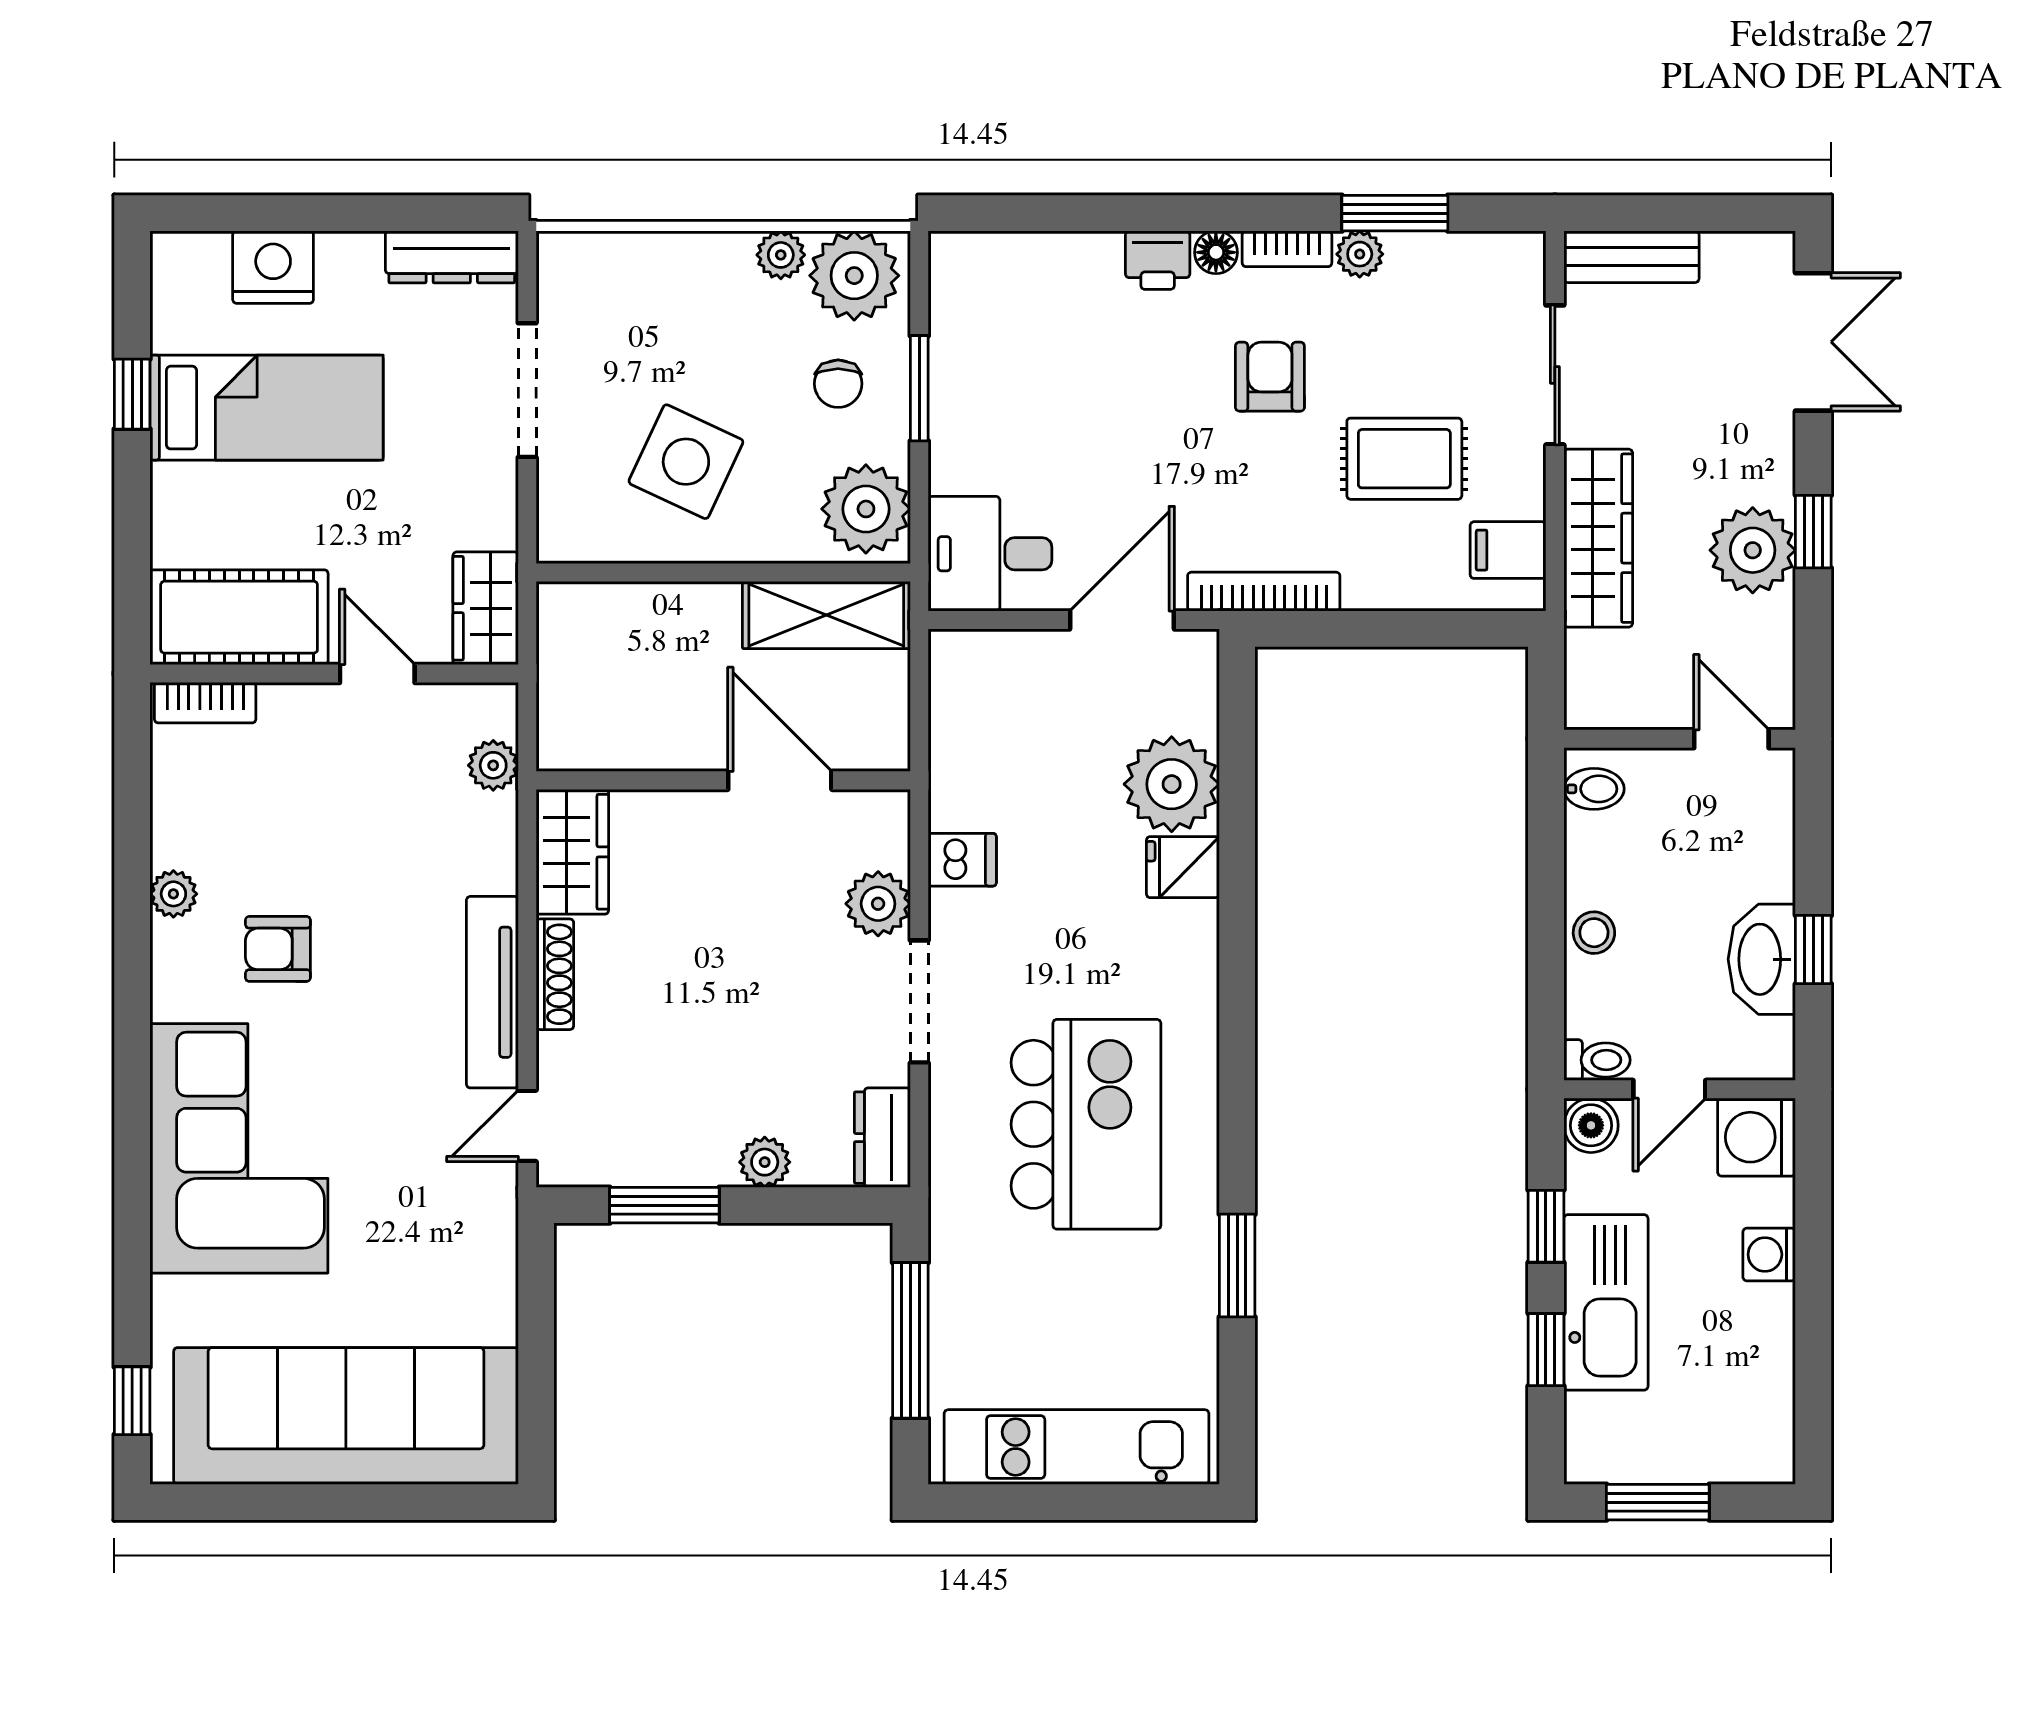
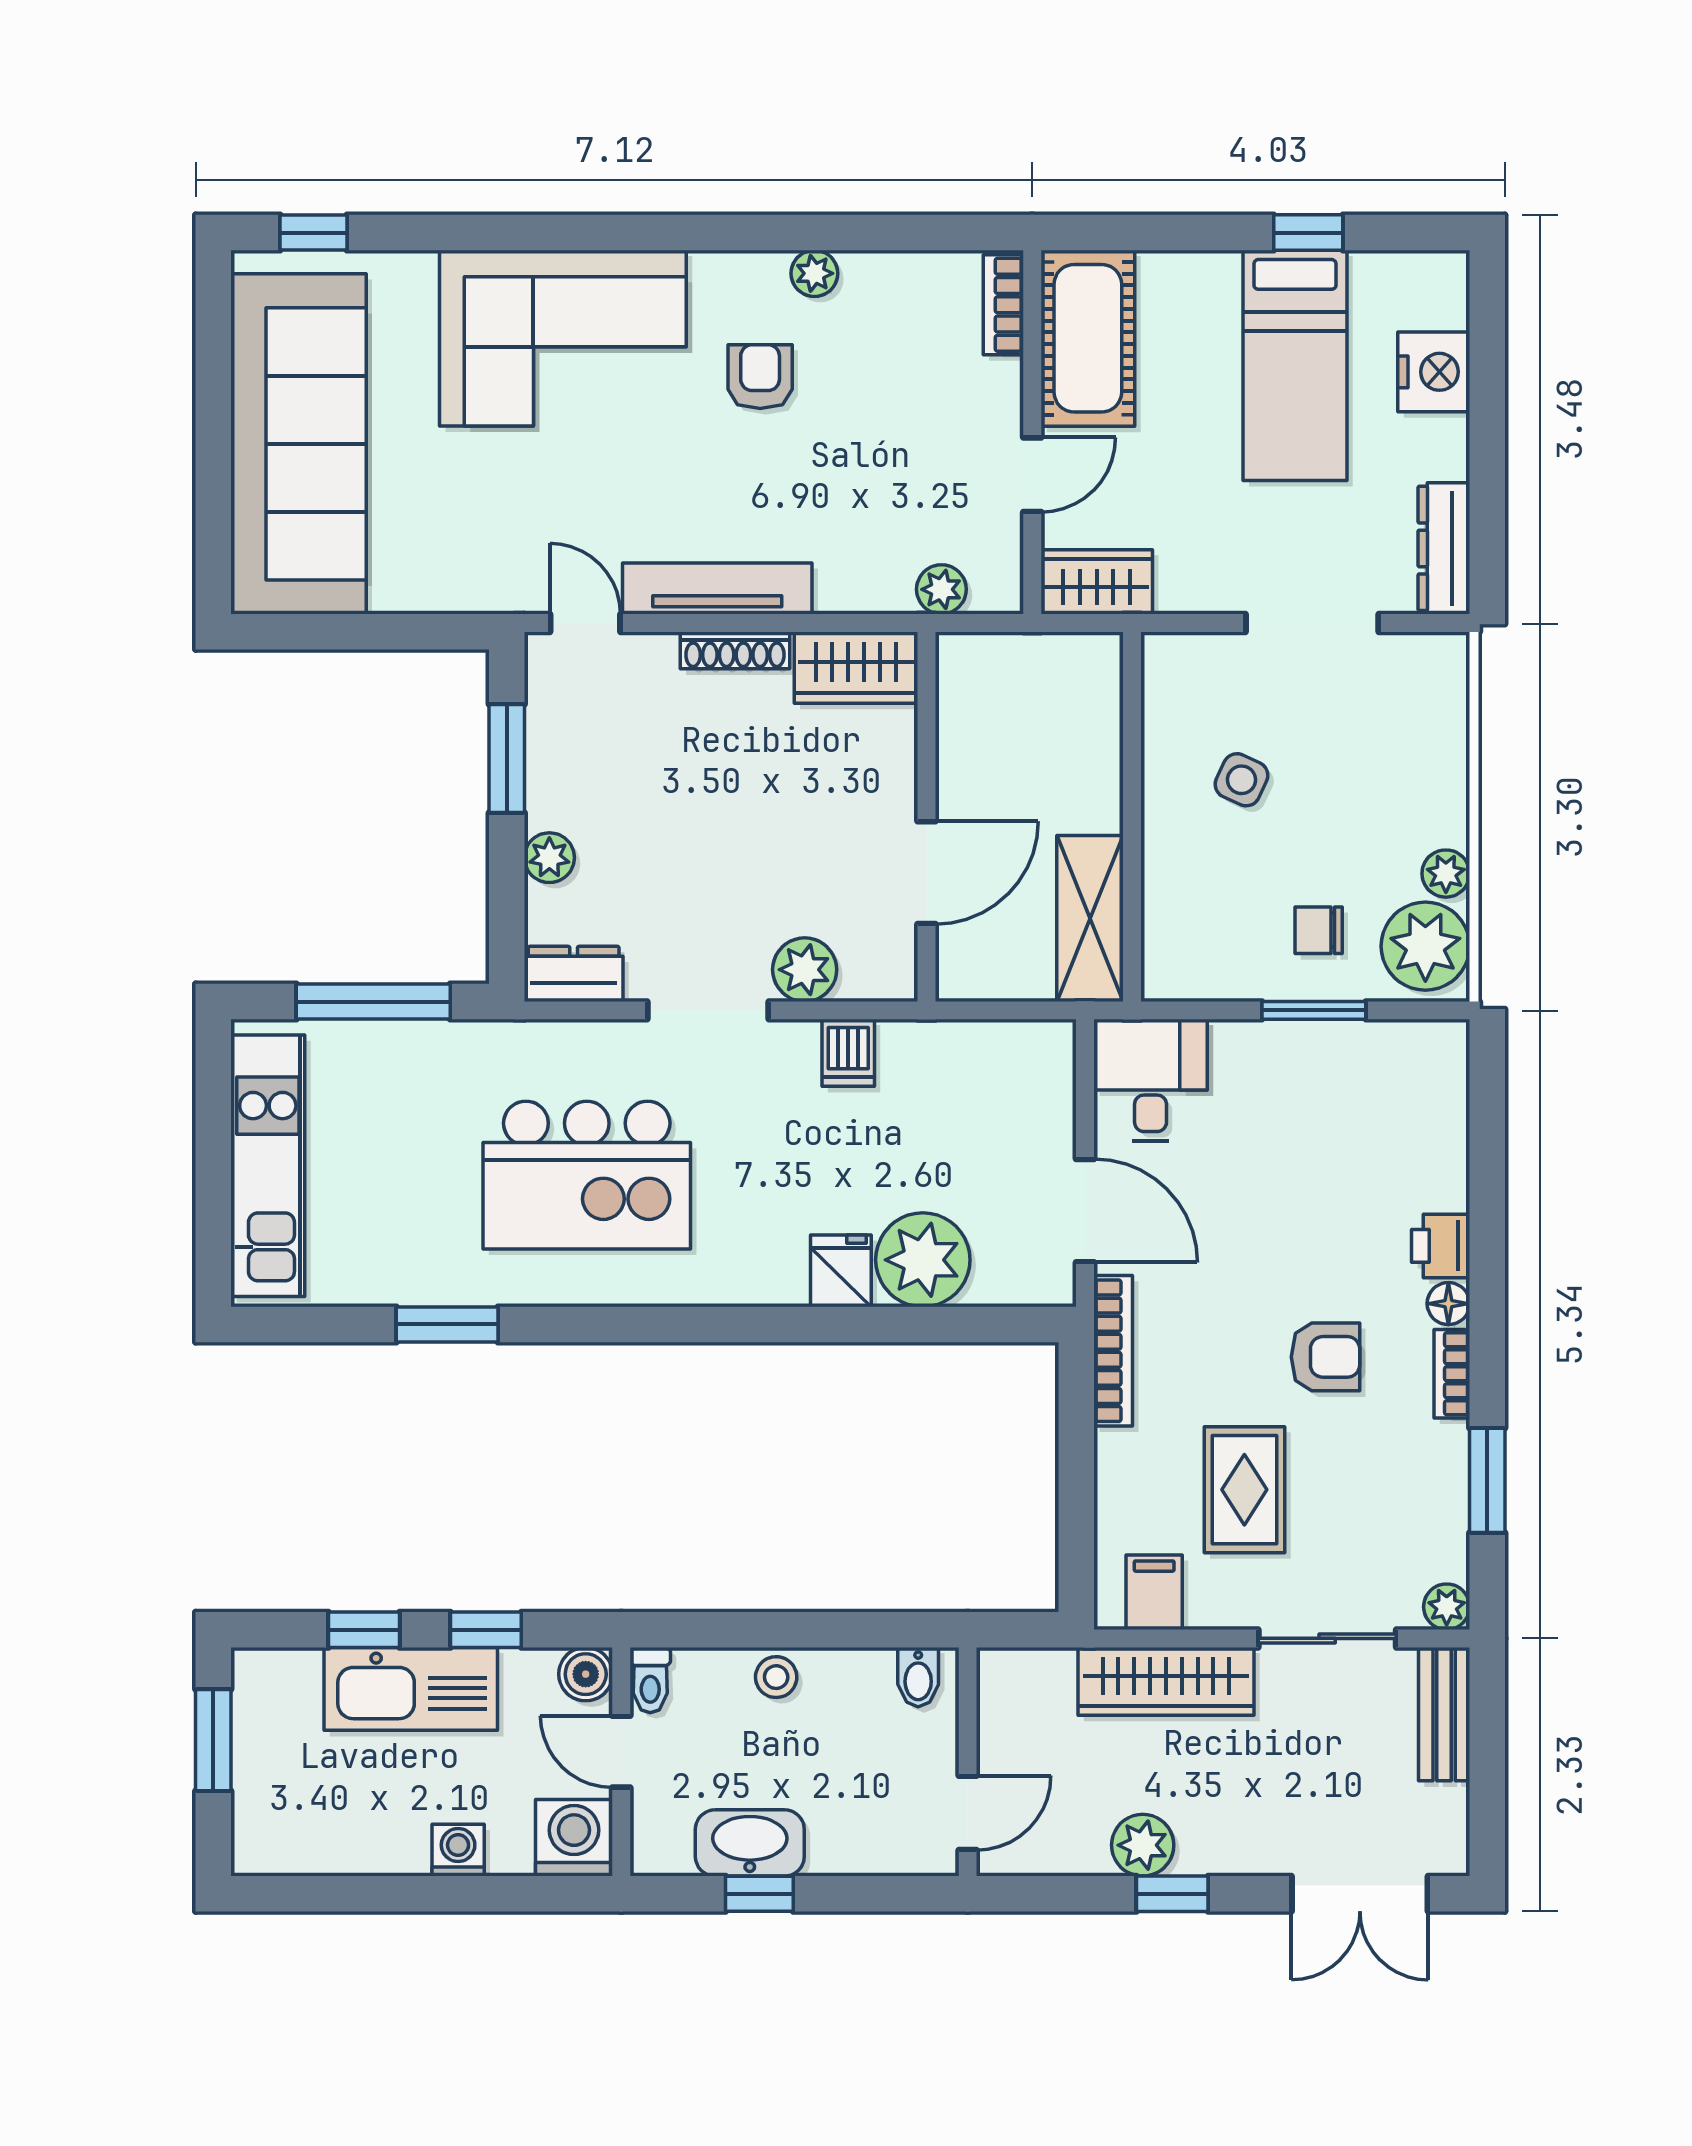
plant: (1360, 254) -> (1447, 1607), moved
side table: (686, 462) -> (1242, 780), width x0.54, depth x0.54
plant: (866, 509) -> (1195, 958), removed
plant: (1753, 550) -> (1143, 1845), width x0.73, depth x0.73

